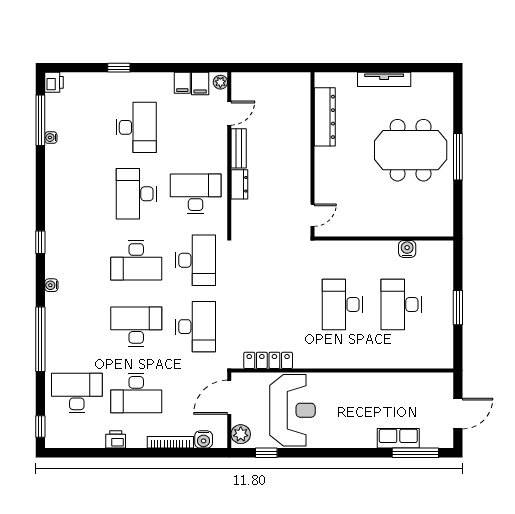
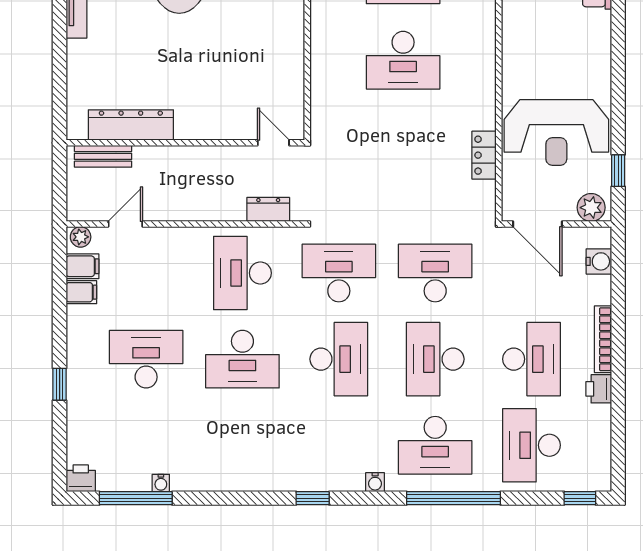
door: (229, 113) -> (125, 224), hinge flipped
dresser: (325, 117) -> (131, 125), moved
bench: (239, 148) -> (103, 156), moved
wall: (312, 154) -> (185, 143), moved
dresser: (239, 184) -> (268, 209), moved
door: (312, 215) -> (273, 143), moved
desk: (77, 327) -> (435, 445), added
locker: (268, 360) -> (484, 155), width x0.66
reception desk: (292, 410) -> (556, 132), turned 180
bookcase: (170, 442) -> (603, 339), moved

